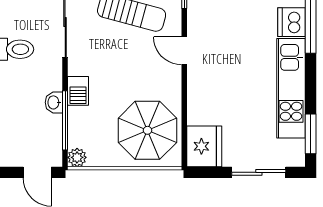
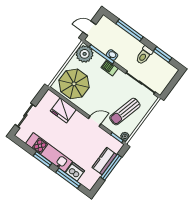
window: (311, 134) -> (43, 159), moved
fridge: (204, 146) -> (63, 110), moved
plant: (77, 157) -> (85, 54), width x1.87, depth x1.87

